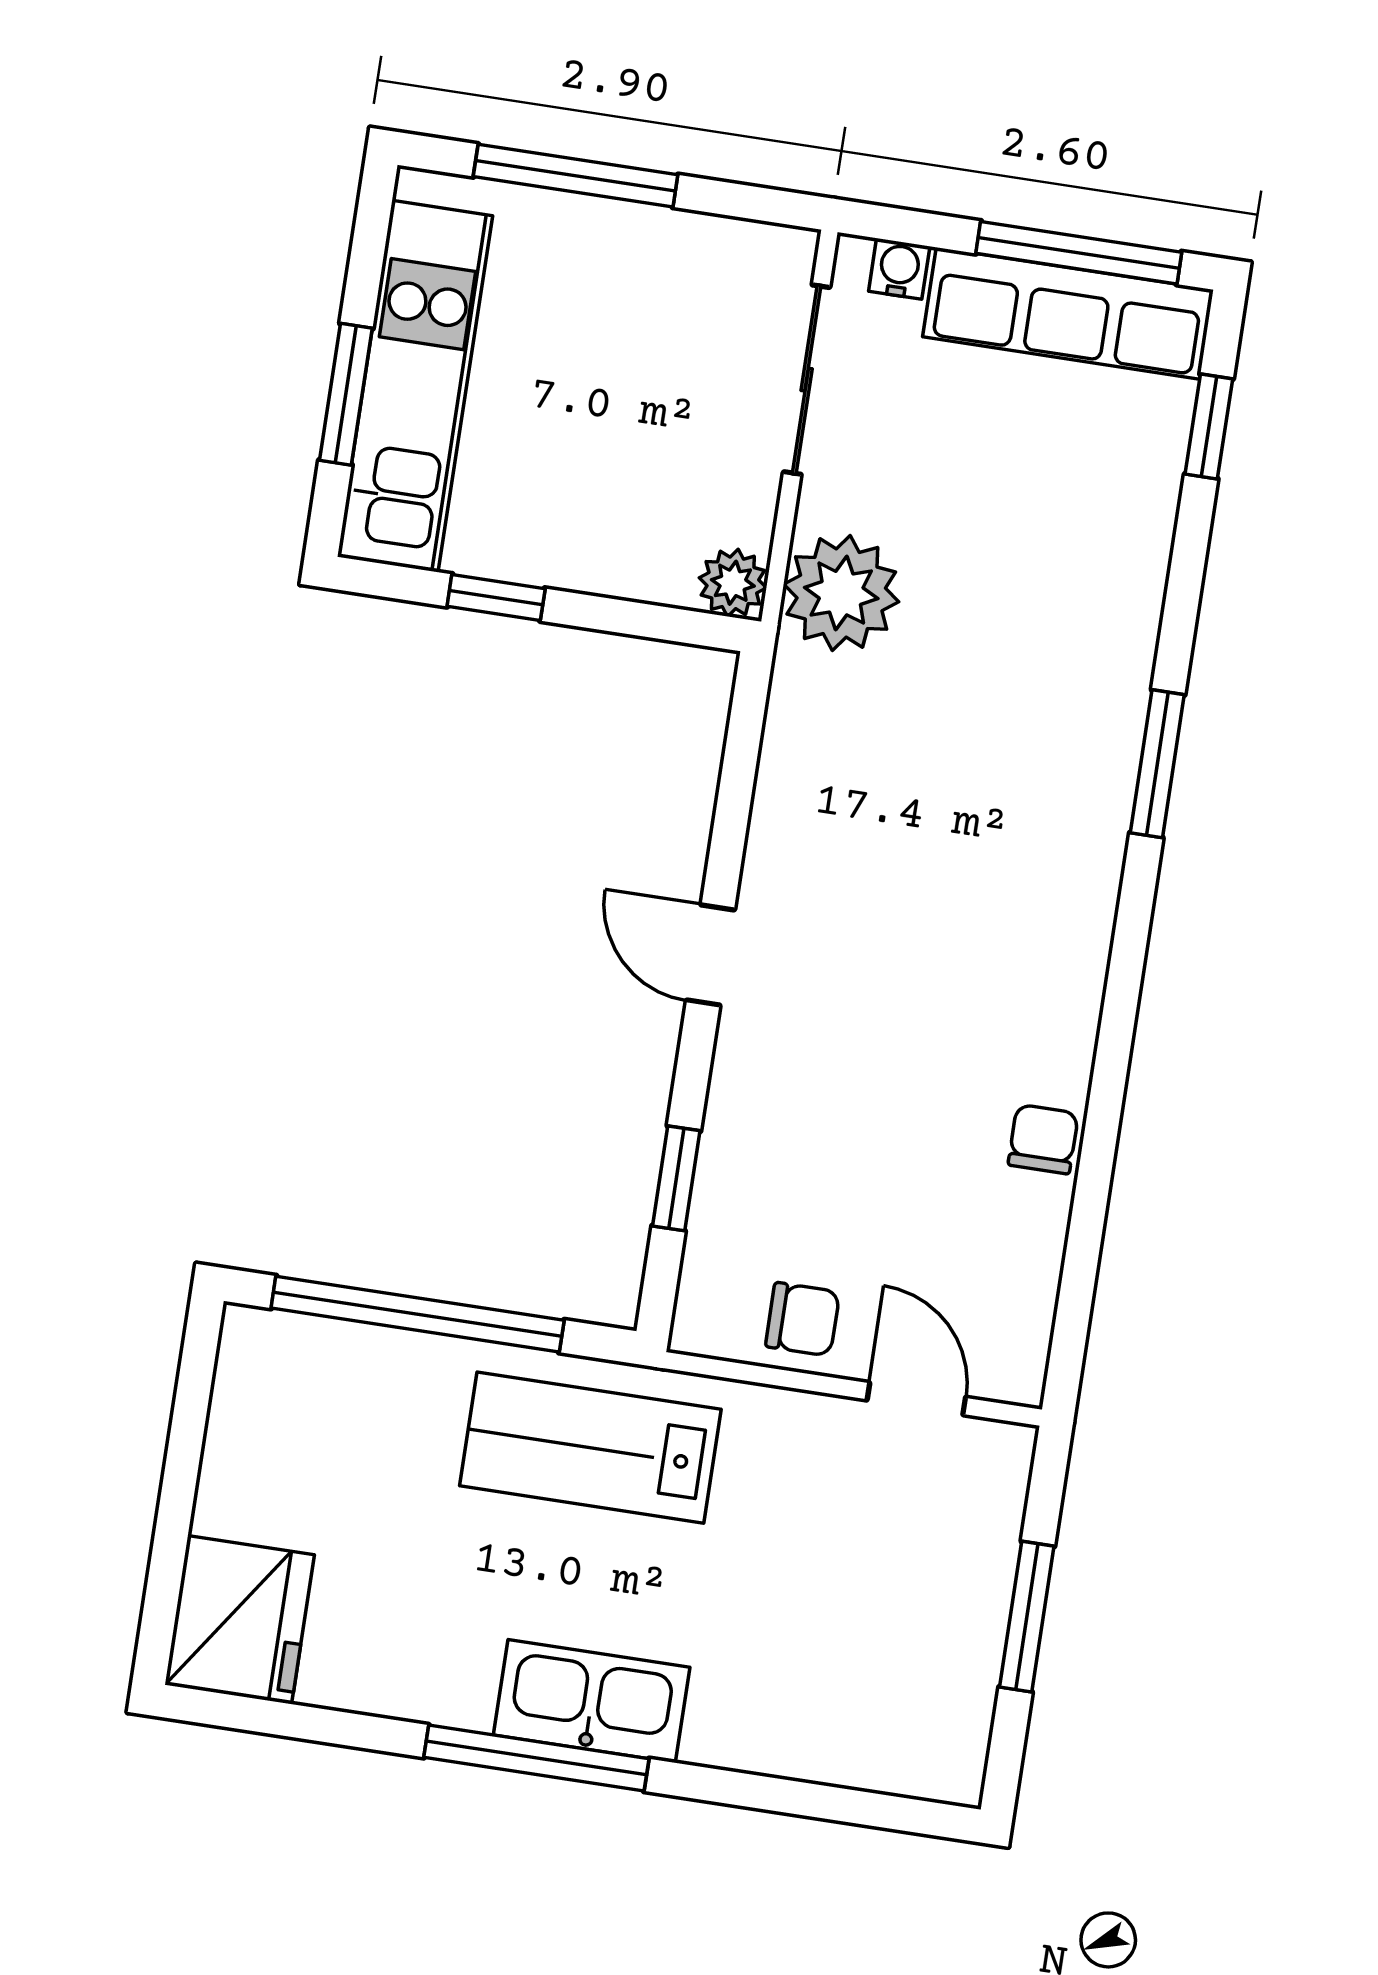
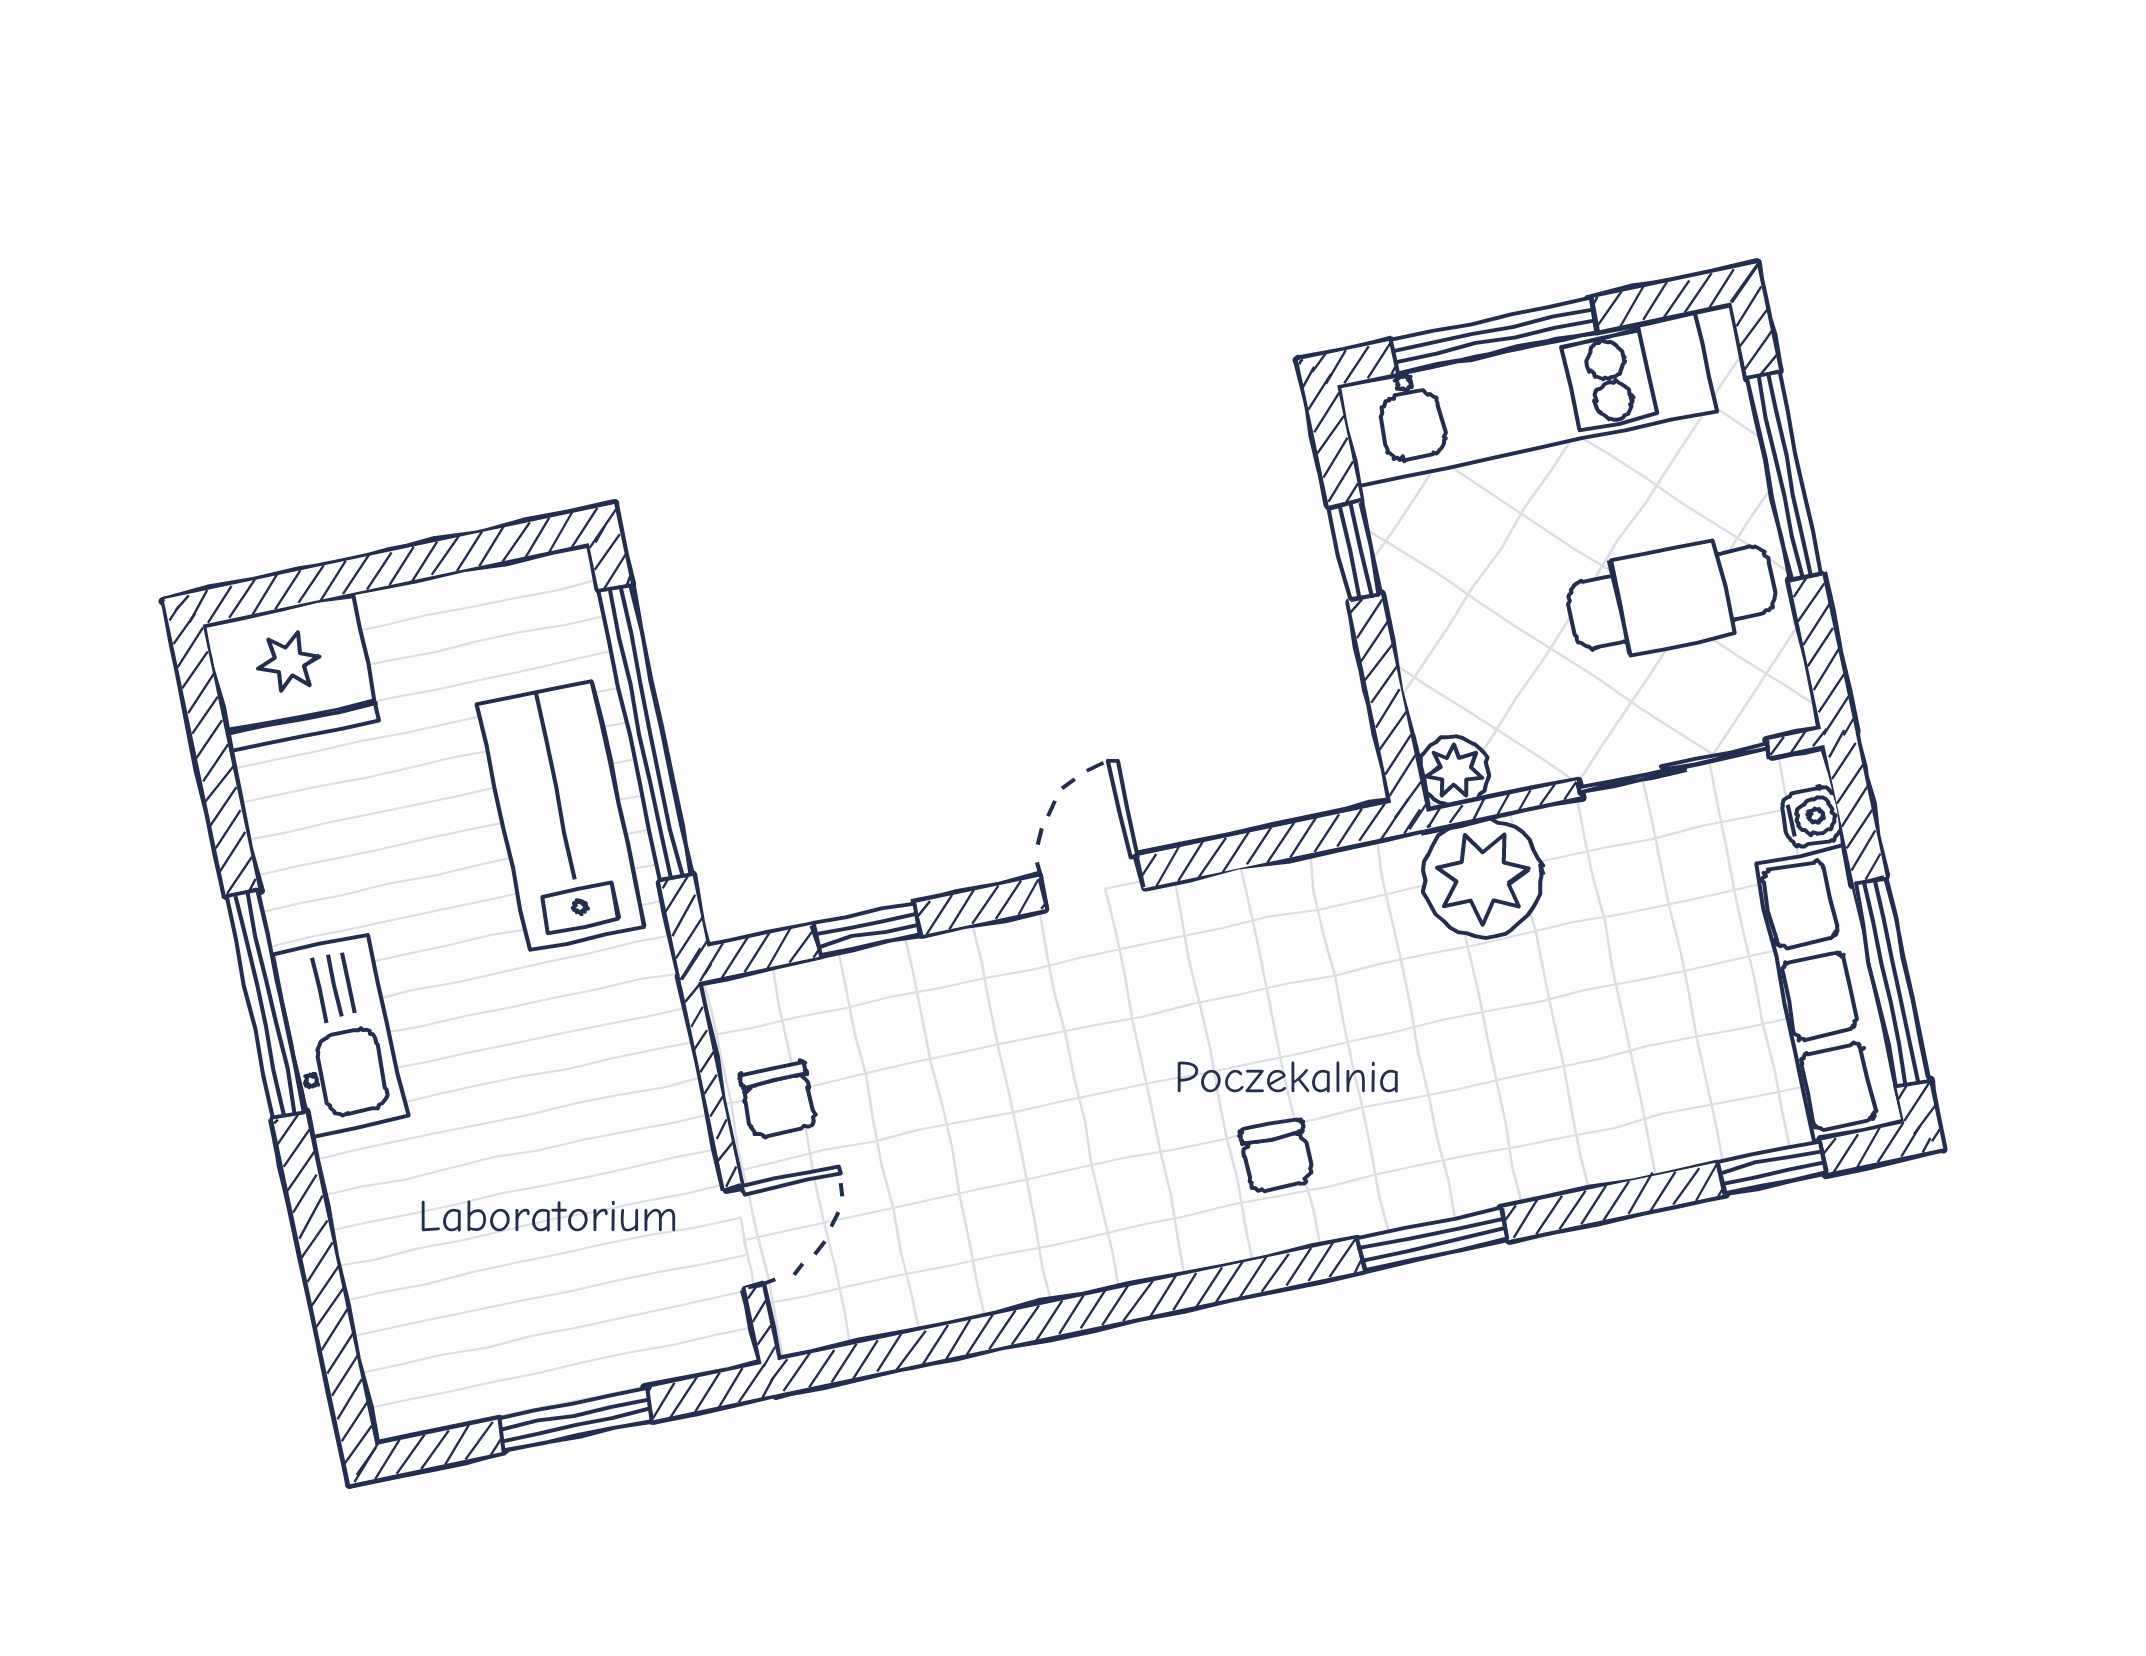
cafe table: (649, 322) -> (1672, 598), added
window: (346, 394) -> (1495, 335), width x1.44
chair: (1043, 1139) -> (1276, 1156), moved, turned 90
lab bench: (590, 1448) -> (561, 816), moved

